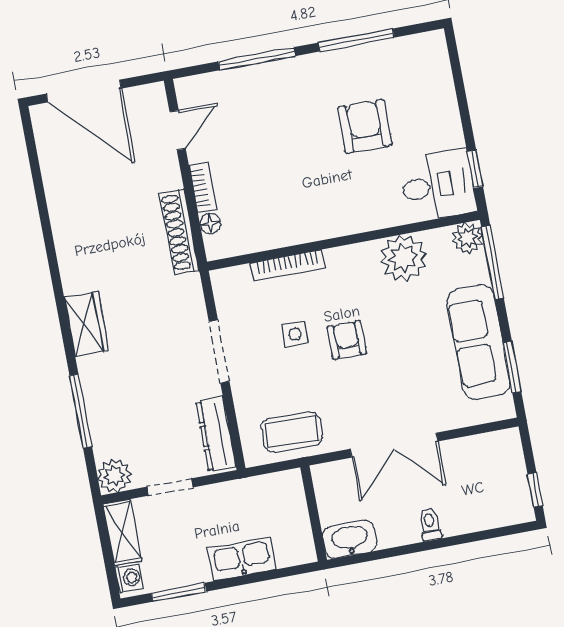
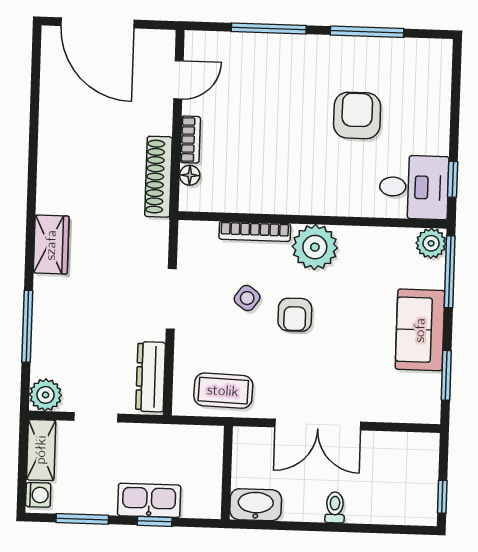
plant: (403, 258) -> (315, 247), moved
side table: (295, 334) -> (247, 298), turned 36
armchair: (347, 340) -> (295, 315), turned 180
sofa: (478, 342) -> (420, 330), width x0.73
window: (252, 579) -> (155, 521), added

